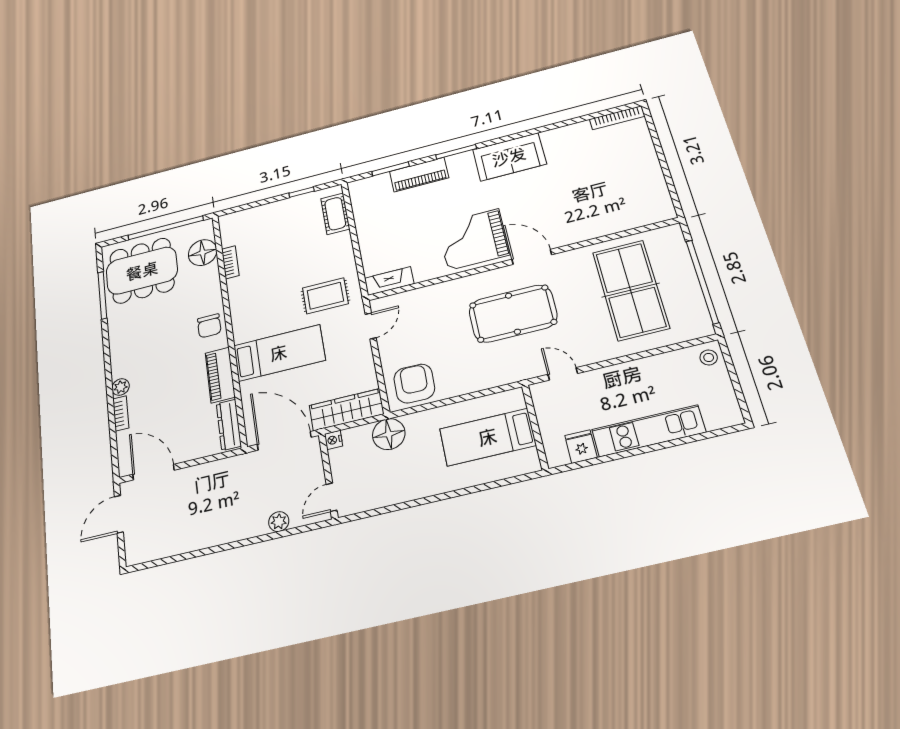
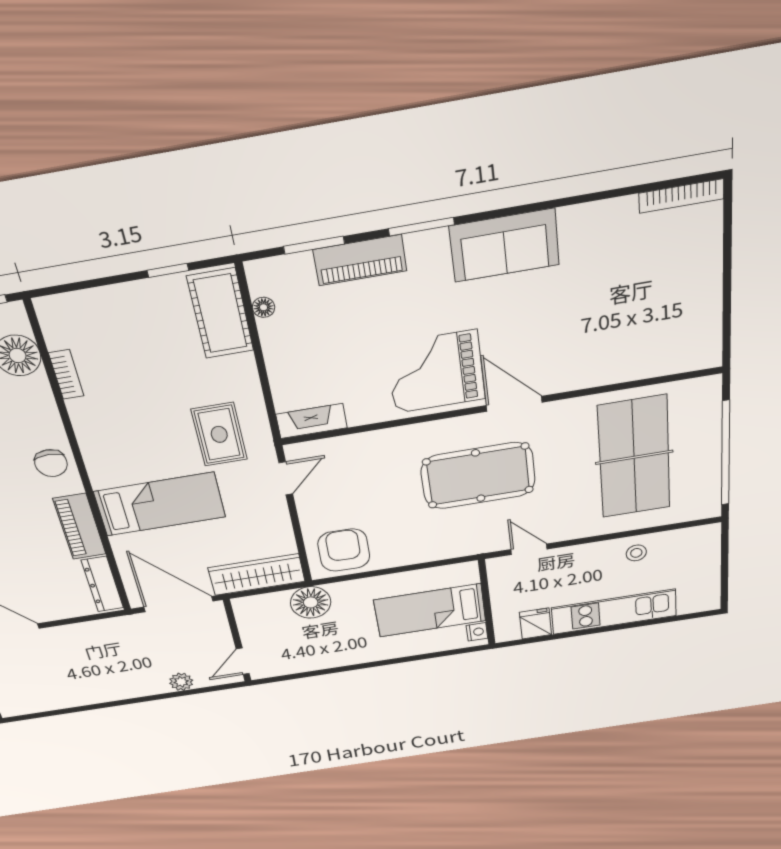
floor lamp: (359, 208) -> (264, 307), added
cot: (335, 214) -> (220, 314), width x1.37, depth x1.34
rug: (325, 296) -> (219, 434), turned 90
stool: (709, 357) -> (636, 553), moved
nightstand: (334, 440) -> (477, 632), moved, turned 180

